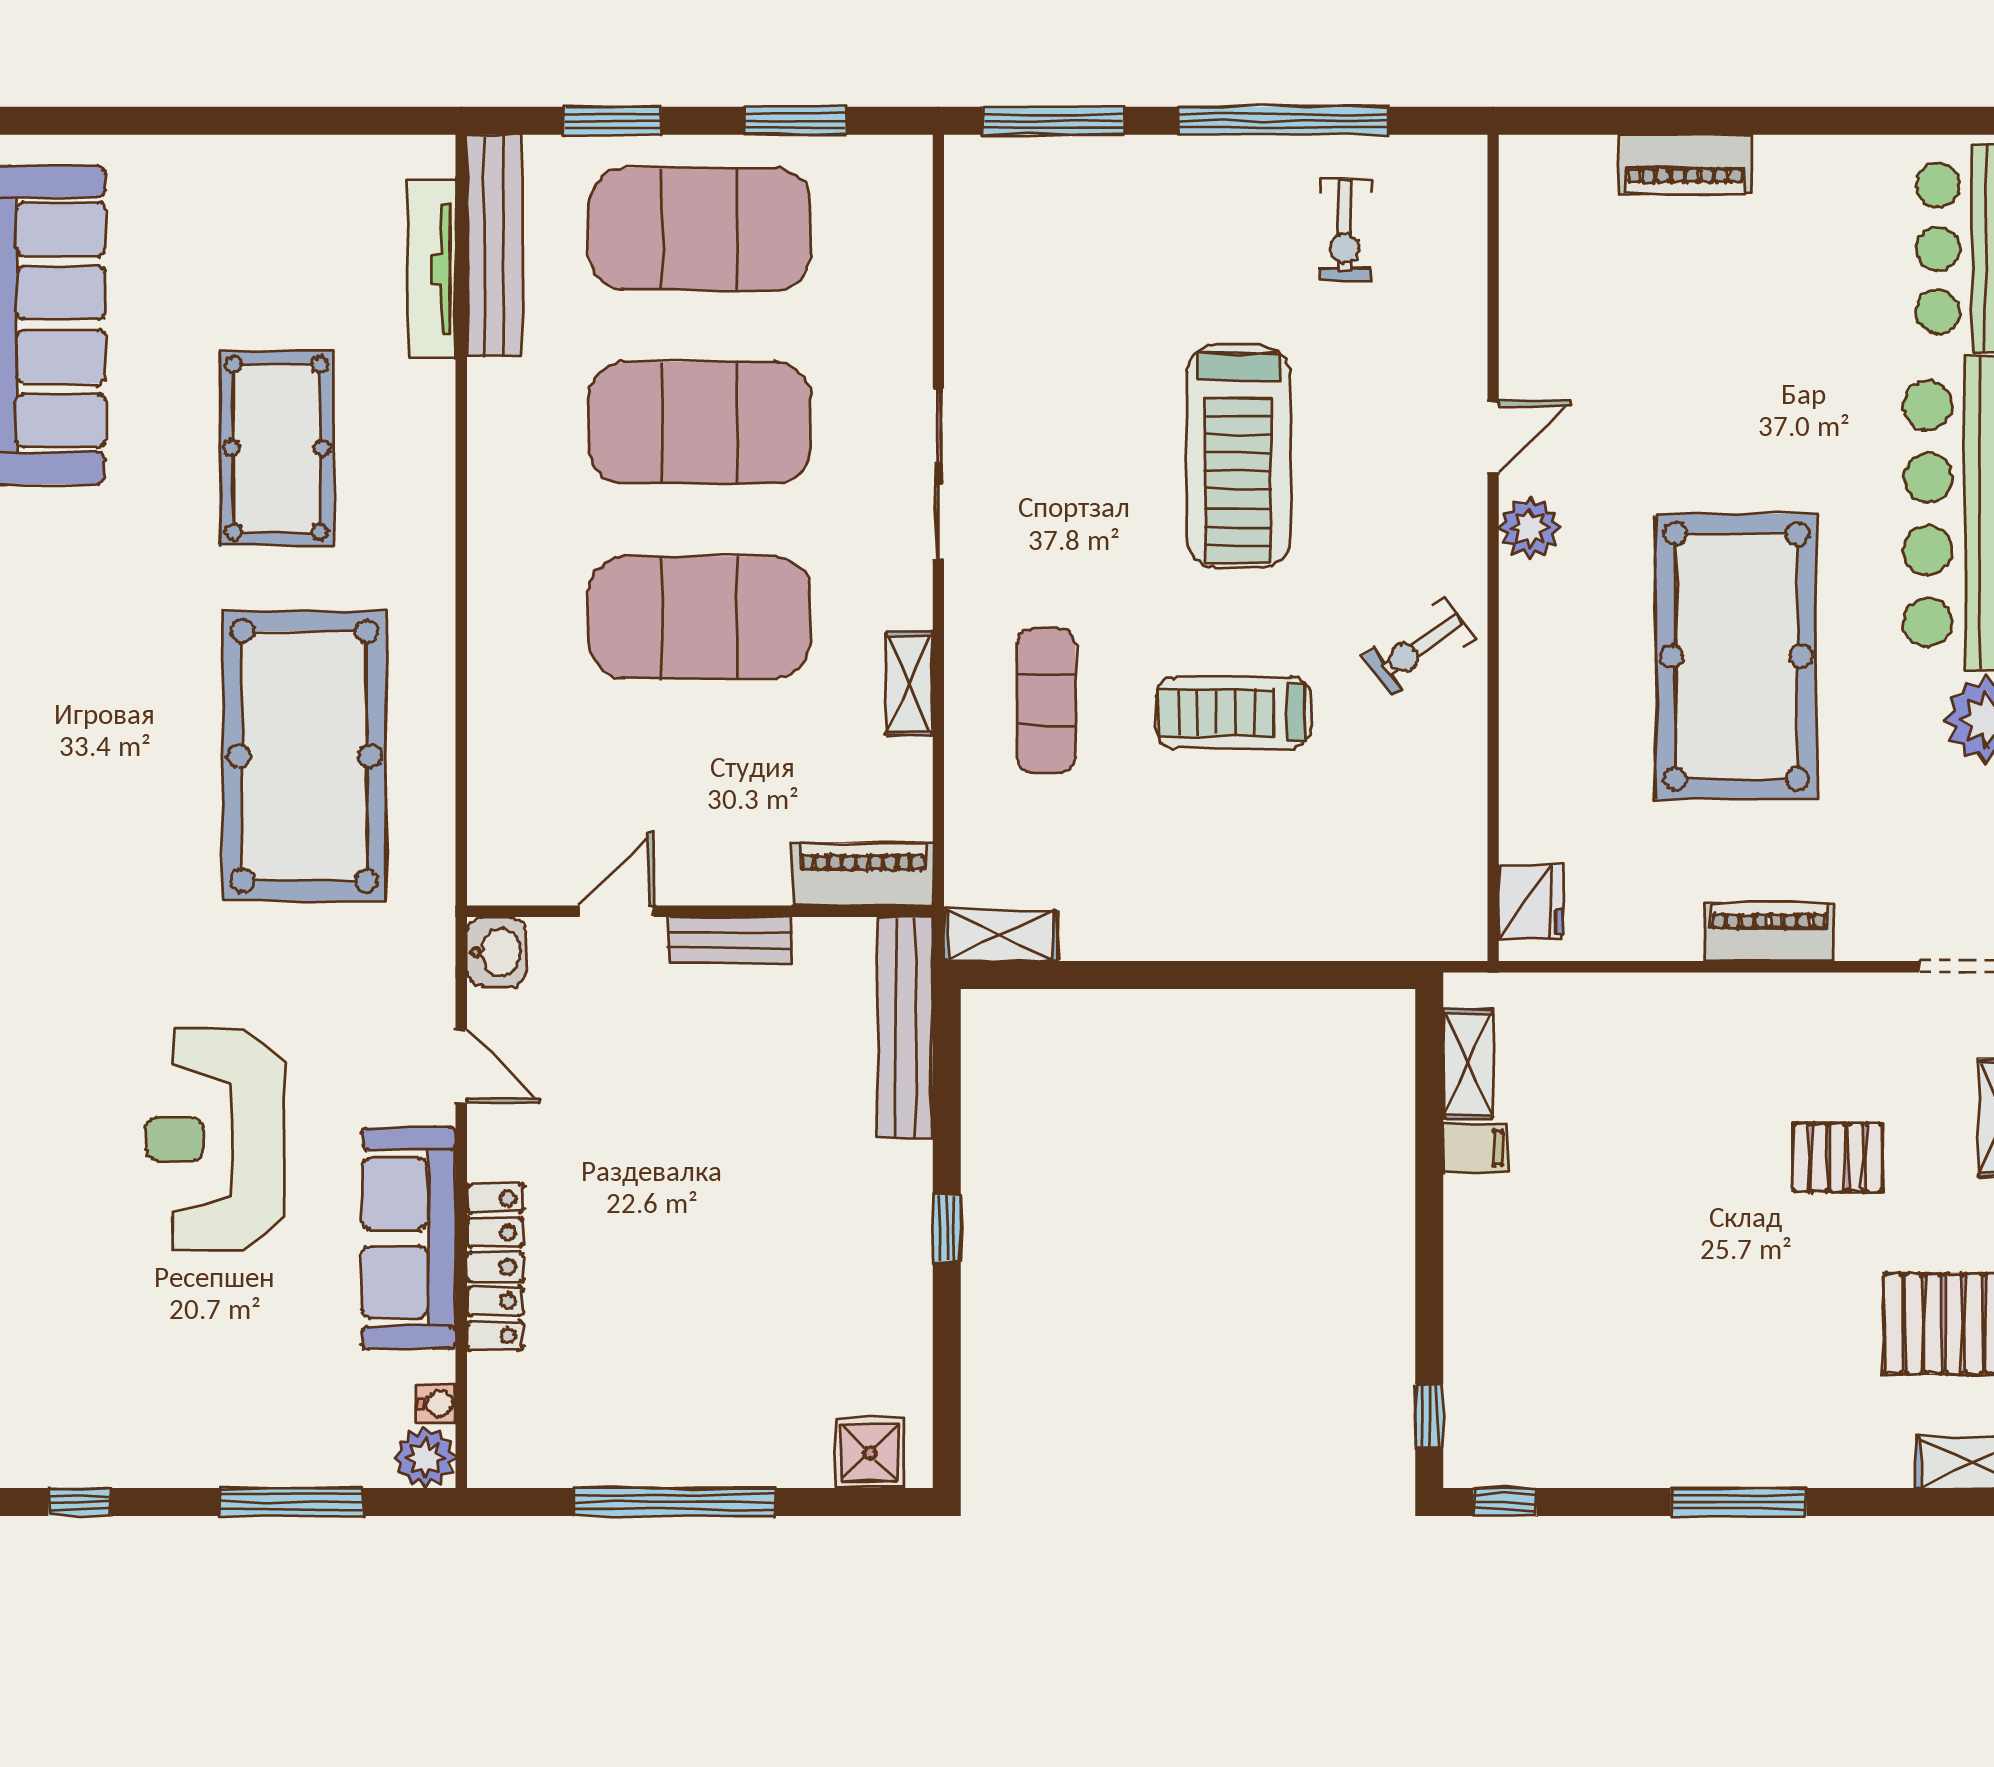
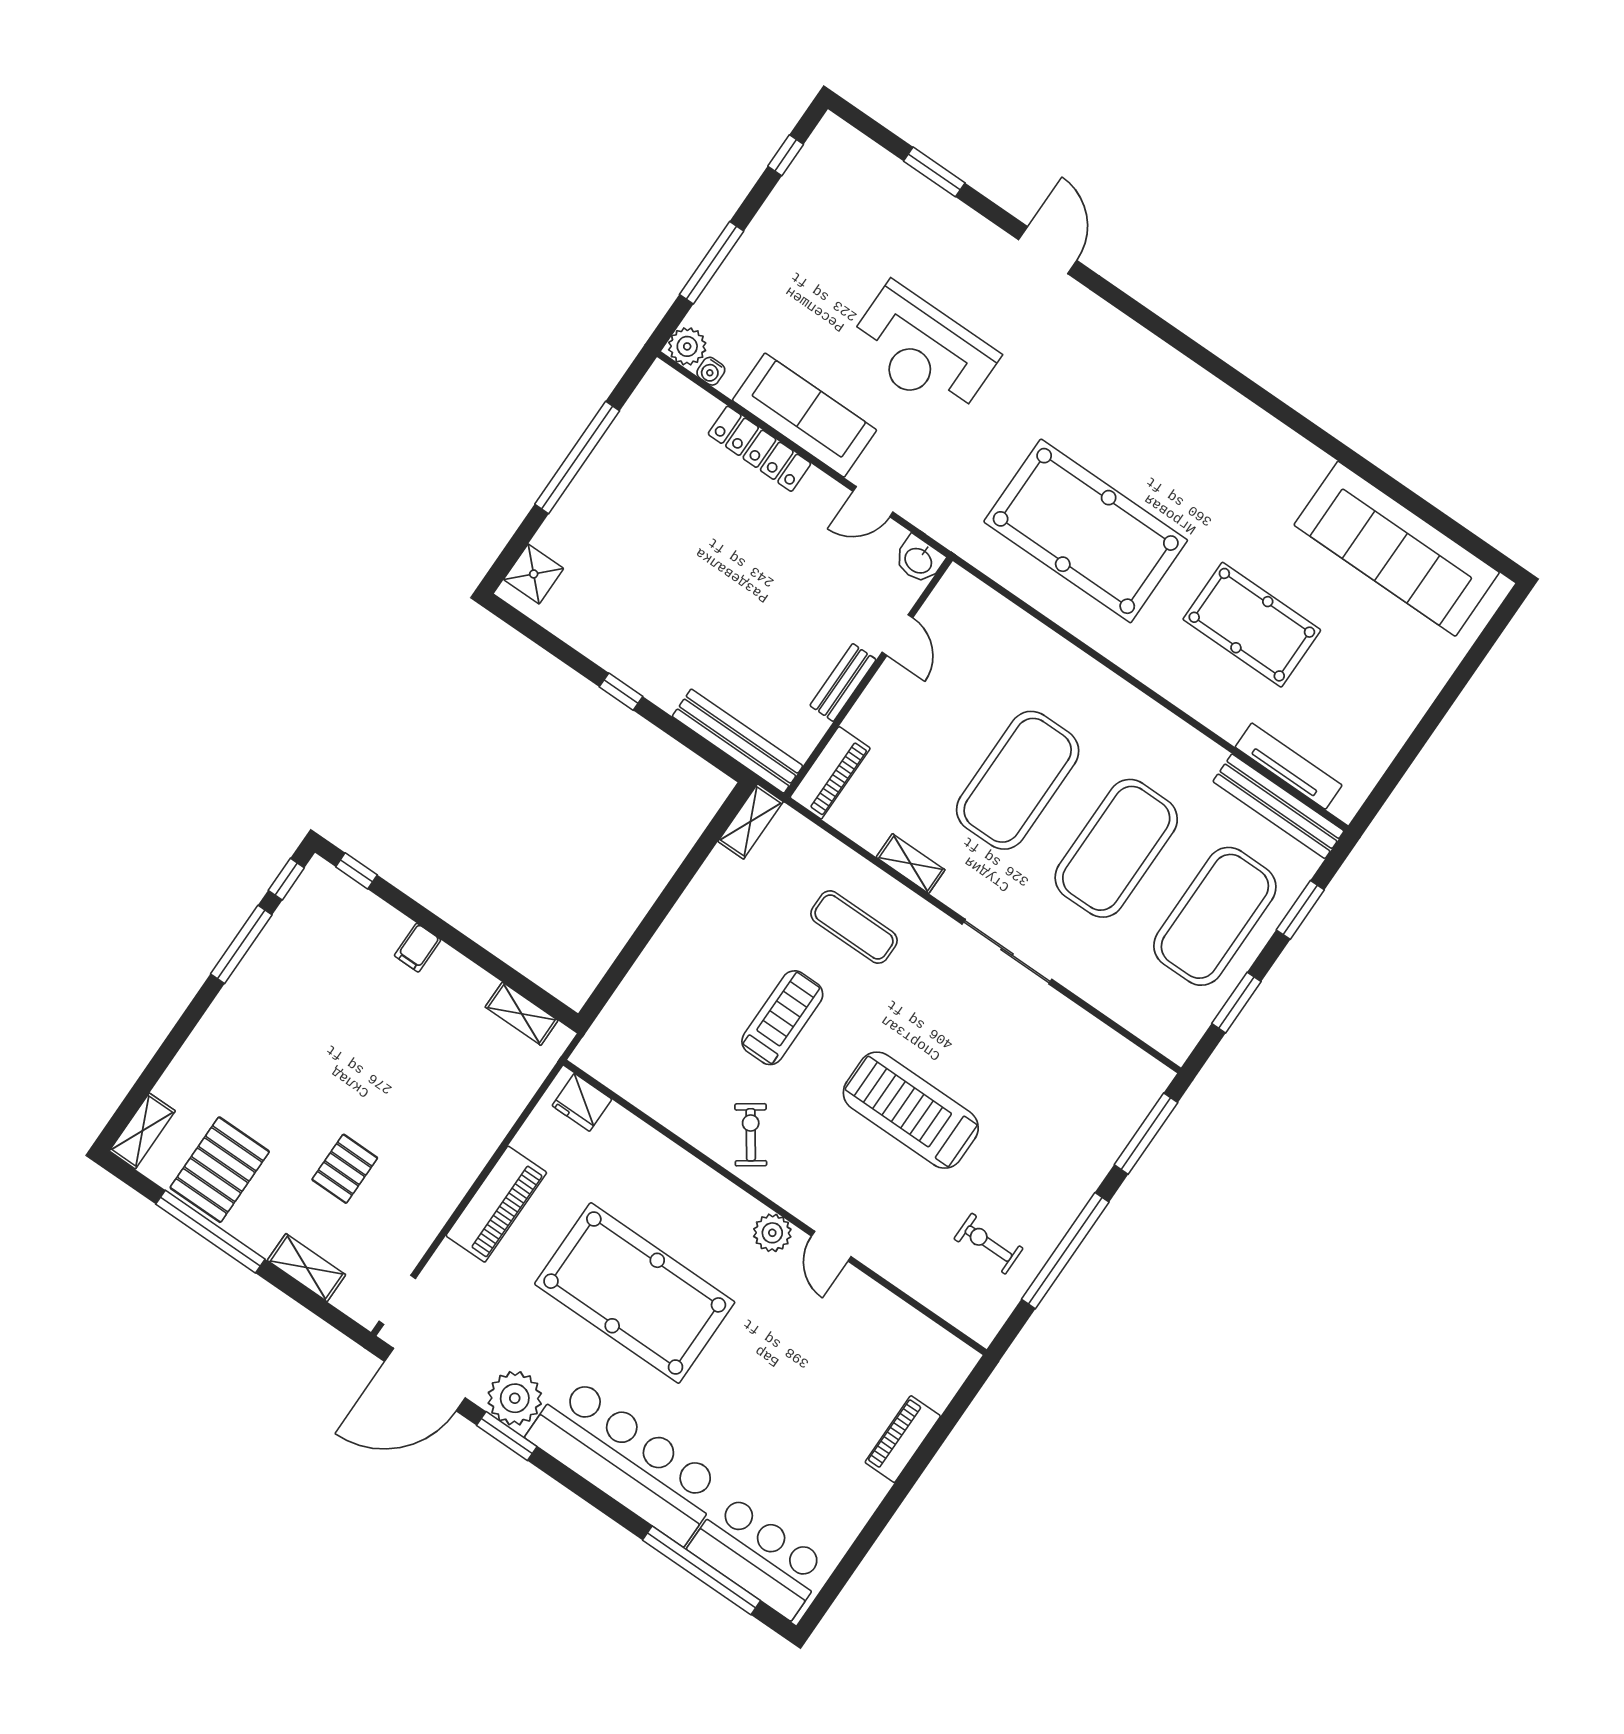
piano: (1769, 932) -> (496, 1204), width x1.37, depth x1.33
reception desk: (215, 1139) -> (922, 351), turned 180
filing cabinet: (1476, 1148) -> (418, 948), moved
window: (1739, 1502) -> (241, 944), moved

